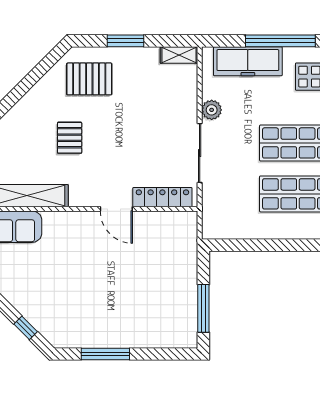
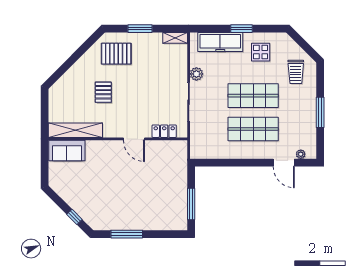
window: (280, 41) -> (242, 29), width x0.47
locker: (162, 197) -> (164, 131), width x0.66

